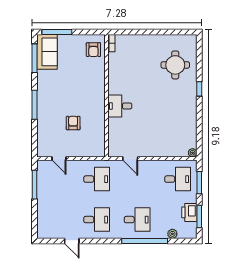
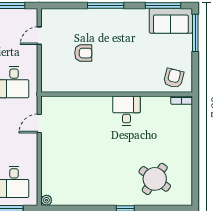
armchair: (93, 50) -> (174, 78), turned 104
round table: (175, 65) -> (155, 179), turned 35
desk: (120, 106) -> (126, 111), moved

